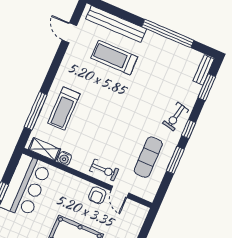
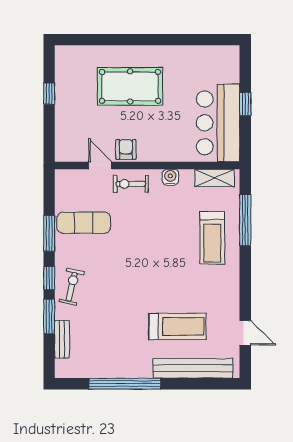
bench: (204, 70) -> (62, 339), moved
window: (207, 87) -> (49, 317), moved
treadmill: (64, 108) -> (212, 238), turned 180
exercise mat: (148, 157) -> (84, 223), turned 90
water cooler: (64, 158) -> (170, 177), moved

